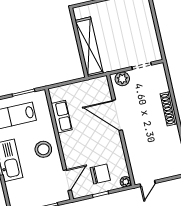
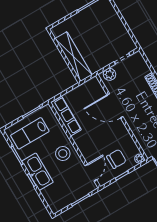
row of seats: (62, 117) -> (66, 116), width x1.48

